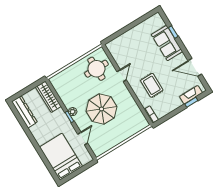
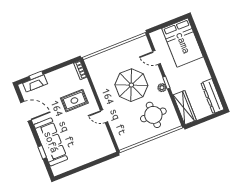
sofa: (167, 43) -> (51, 142), width x1.36
round table: (96, 69) -> (153, 115), moved
door: (122, 76) -> (104, 116), hinge flipped
rug: (152, 85) -> (74, 101), turned 90
door: (83, 139) -> (157, 58), hinge flipped

